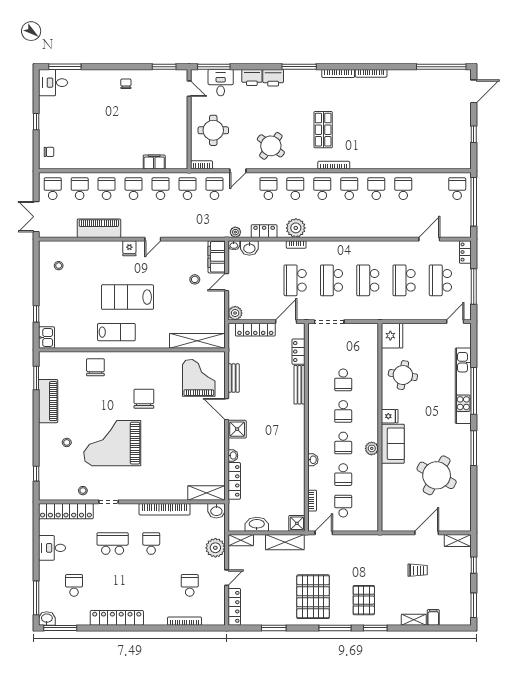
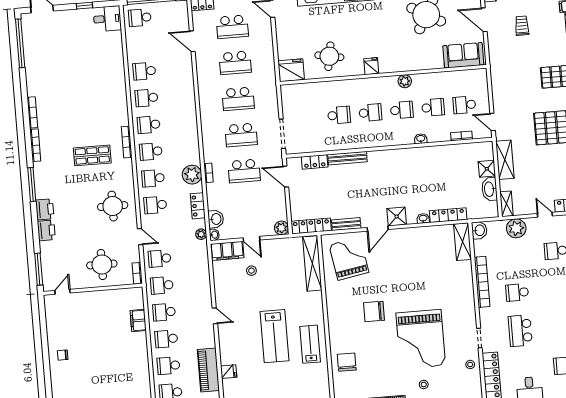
window: (164, 67) -> (43, 319), removed
desk: (221, 83) -> (107, 19), moved, turned 180
round table: (271, 146) -> (113, 206), turned -37
fridge: (129, 248) -> (229, 372), moved
locker: (255, 330) -> (311, 226), moved, turned -90
chair: (95, 367) -> (347, 362), turned 90
grand piano: (199, 378) -> (349, 259), turned 80
sofa: (393, 444) -> (463, 55), moved
shower: (297, 523) -> (487, 169), moved

